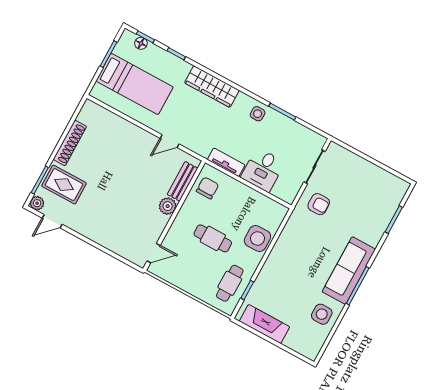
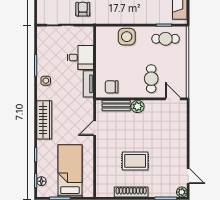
door: (170, 141) -> (95, 128), swing flipped
rug: (64, 185) -> (135, 161), moved, turned 90
cafe table: (213, 238) -> (151, 79), moved

